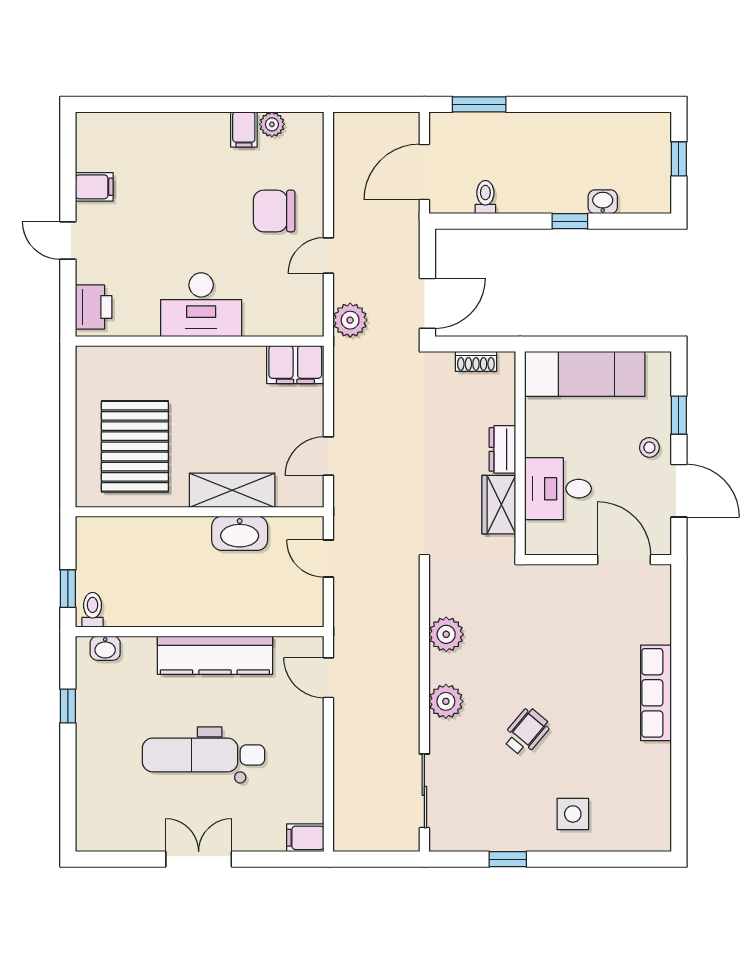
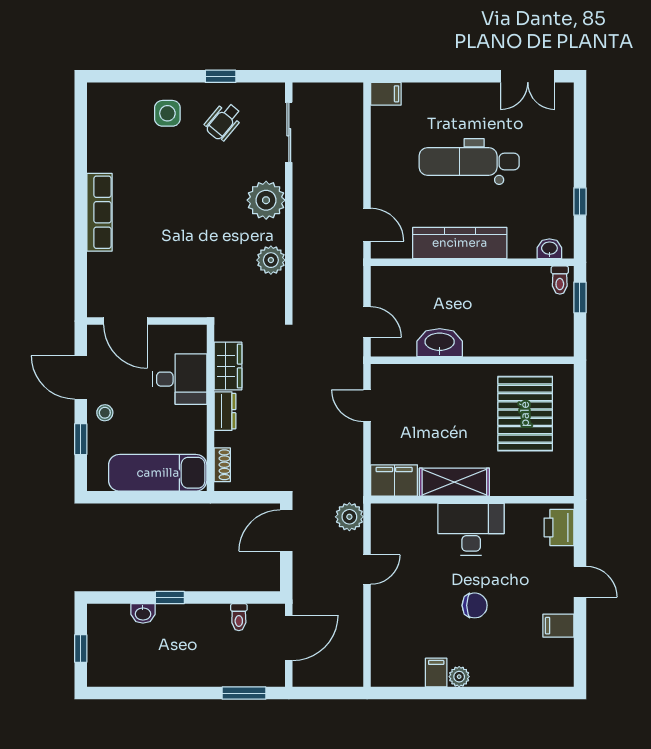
plant: (272, 124) -> (459, 677), moved
chair: (274, 211) -> (475, 605), moved, width x0.73, depth x0.73
shoe rack: (476, 361) -> (222, 465), moved, turned 90
door: (328, 456) -> (367, 406), swing flipped
shelving: (232, 490) -> (454, 482), moved
plant: (446, 701) -> (266, 200), width x1.36, depth x1.36
wheelchair: (526, 732) -> (223, 121), moved
dental chair: (204, 755) -> (469, 162), turned 180
double door: (199, 859) -> (528, 76), moved

